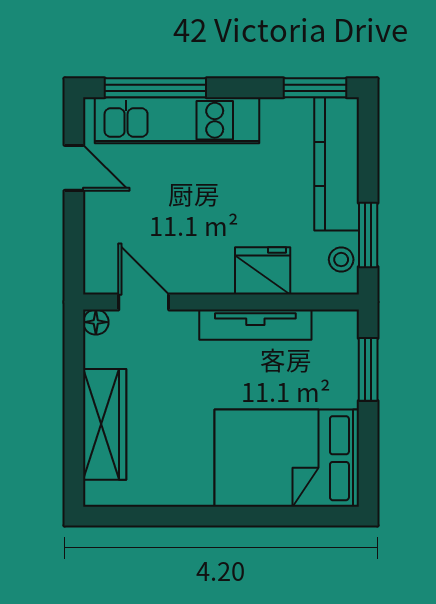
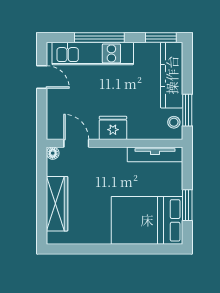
window: (155, 88) -> (99, 37), moved
fridge: (263, 271) -> (113, 128), moved
tv unit: (255, 325) -> (155, 154), moved
window: (368, 369) -> (187, 205), moved

